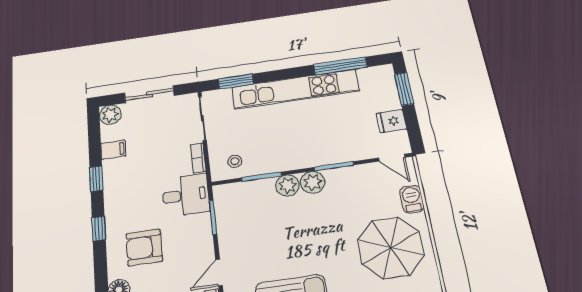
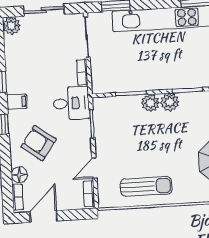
filing cabinet: (113, 150) -> (17, 102), moved
stool: (235, 161) -> (111, 78), removed
armchair: (144, 247) -> (39, 143), turned 36

